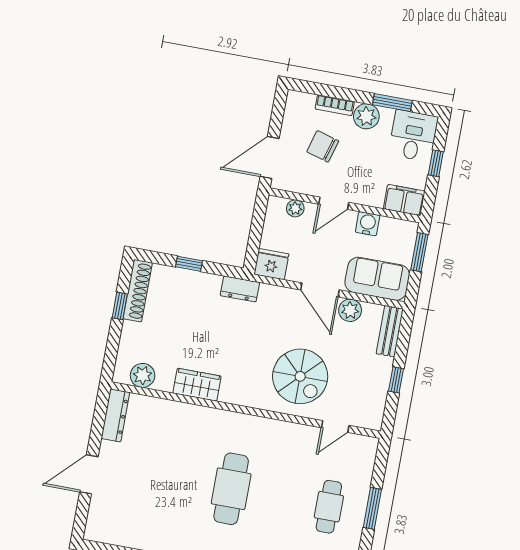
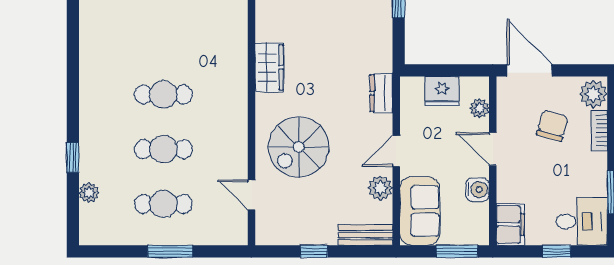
plant: (366, 116) -> (593, 94), moved
fridge: (271, 264) -> (442, 91), moved, turned 90
dresser: (240, 289) -> (381, 93), moved
door: (320, 290) -> (396, 151), width x0.73
wardrobe: (197, 385) -> (269, 67), moved
cafe table: (231, 489) -> (163, 95), width x0.73, depth x0.74
cafe table: (280, 498) -> (163, 149), added

